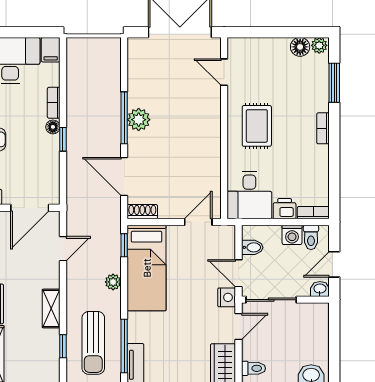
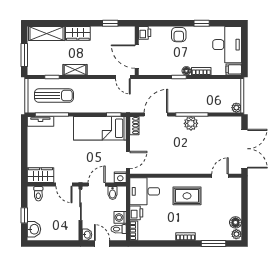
door: (198, 222) -> (128, 160), hinge flipped
door: (63, 249) -> (123, 77), moved
plant: (113, 282) -> (236, 108), moved
nightstand: (227, 297) -> (120, 177), moved
sun lounger: (93, 343) -> (54, 96), turned 180

